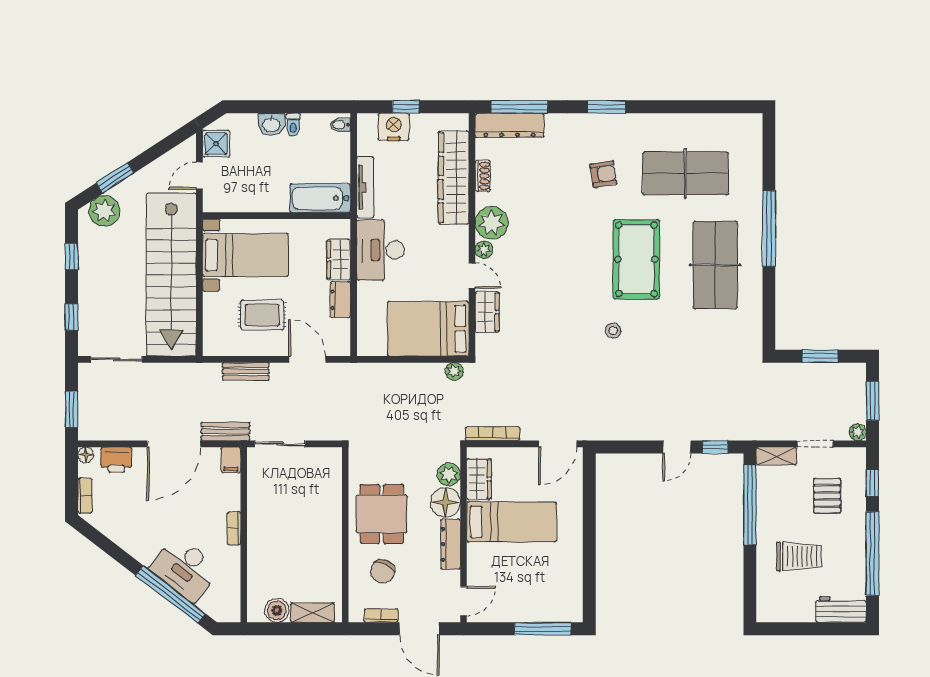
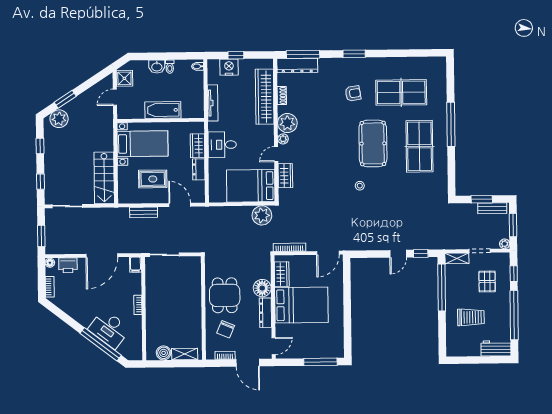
bathtub: (320, 198) -> (163, 110), moved
desk: (381, 250) -> (222, 145), width x0.73
stairs: (171, 274) -> (104, 178), width x0.54, depth x0.66
door: (472, 275) -> (276, 154), swing flipped
plant: (454, 371) -> (262, 215), width x1.88, depth x1.88
bench: (226, 431) -> (492, 208), moved
plant: (449, 474) -> (264, 272), removed
bed: (512, 522) -> (301, 305), width x1.50

